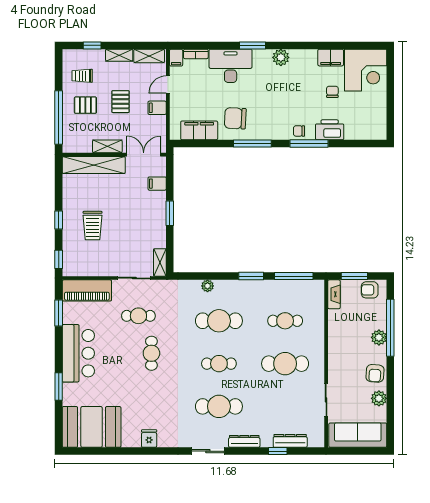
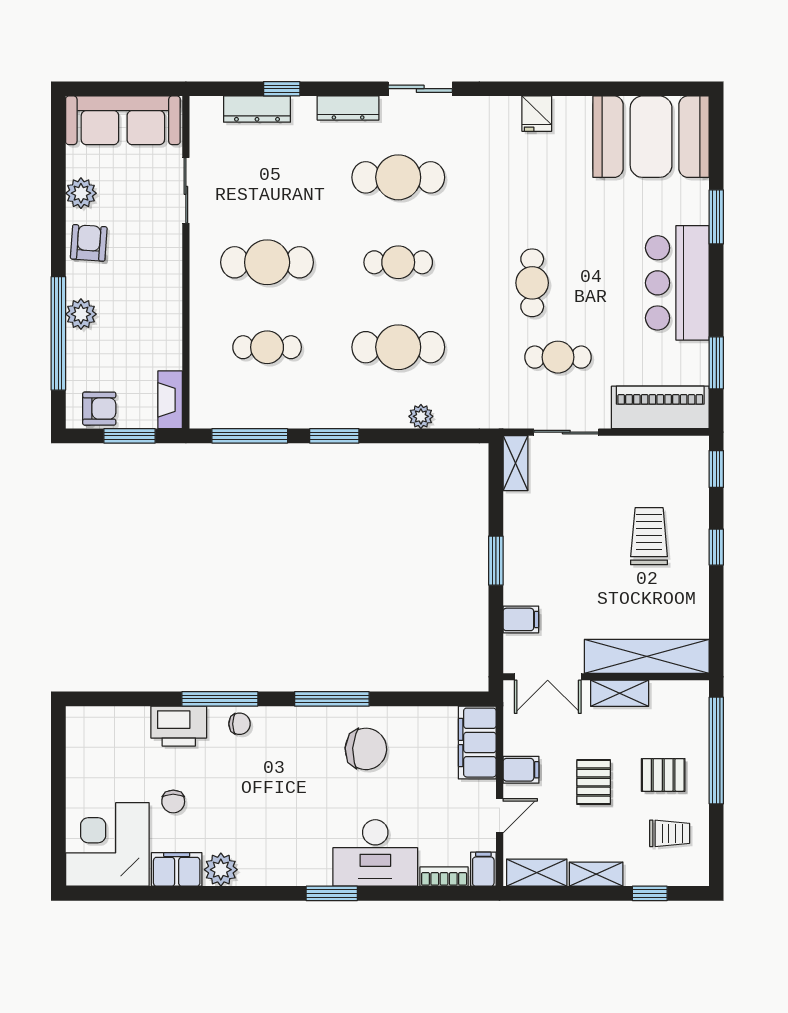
plant: (281, 57) -> (221, 870), moved
filing cabinet: (199, 130) -> (477, 743), moved, turned 90

